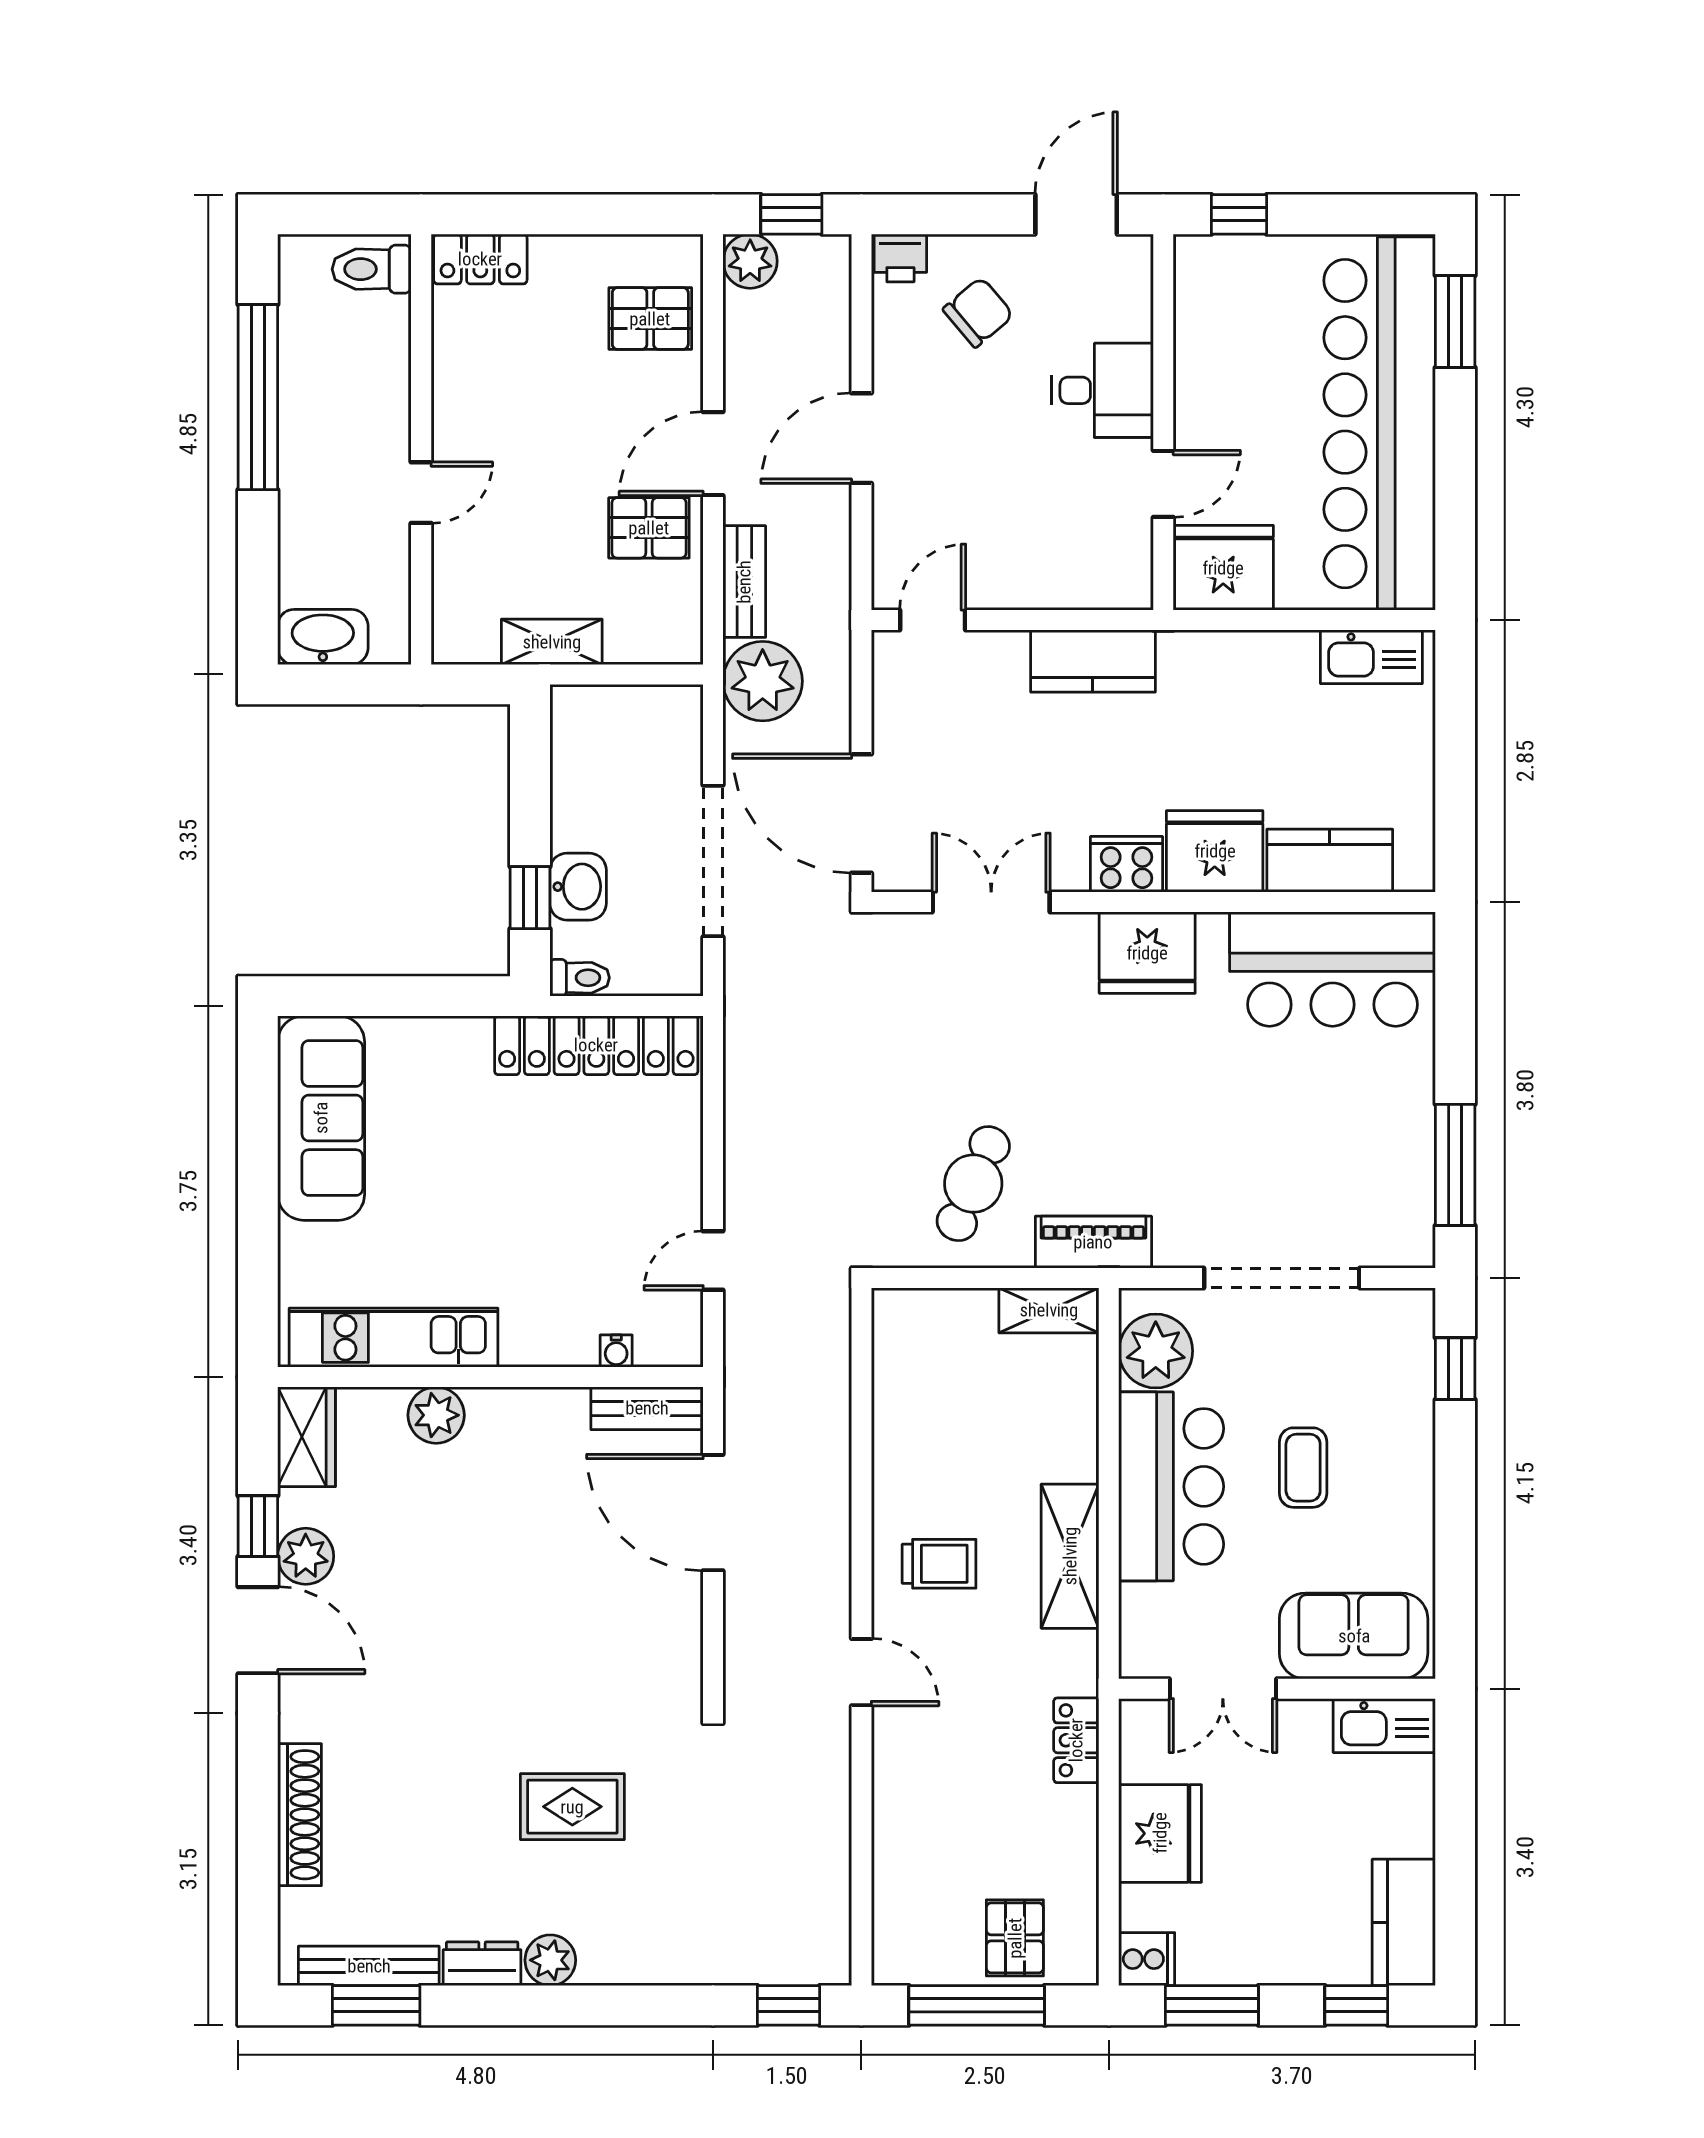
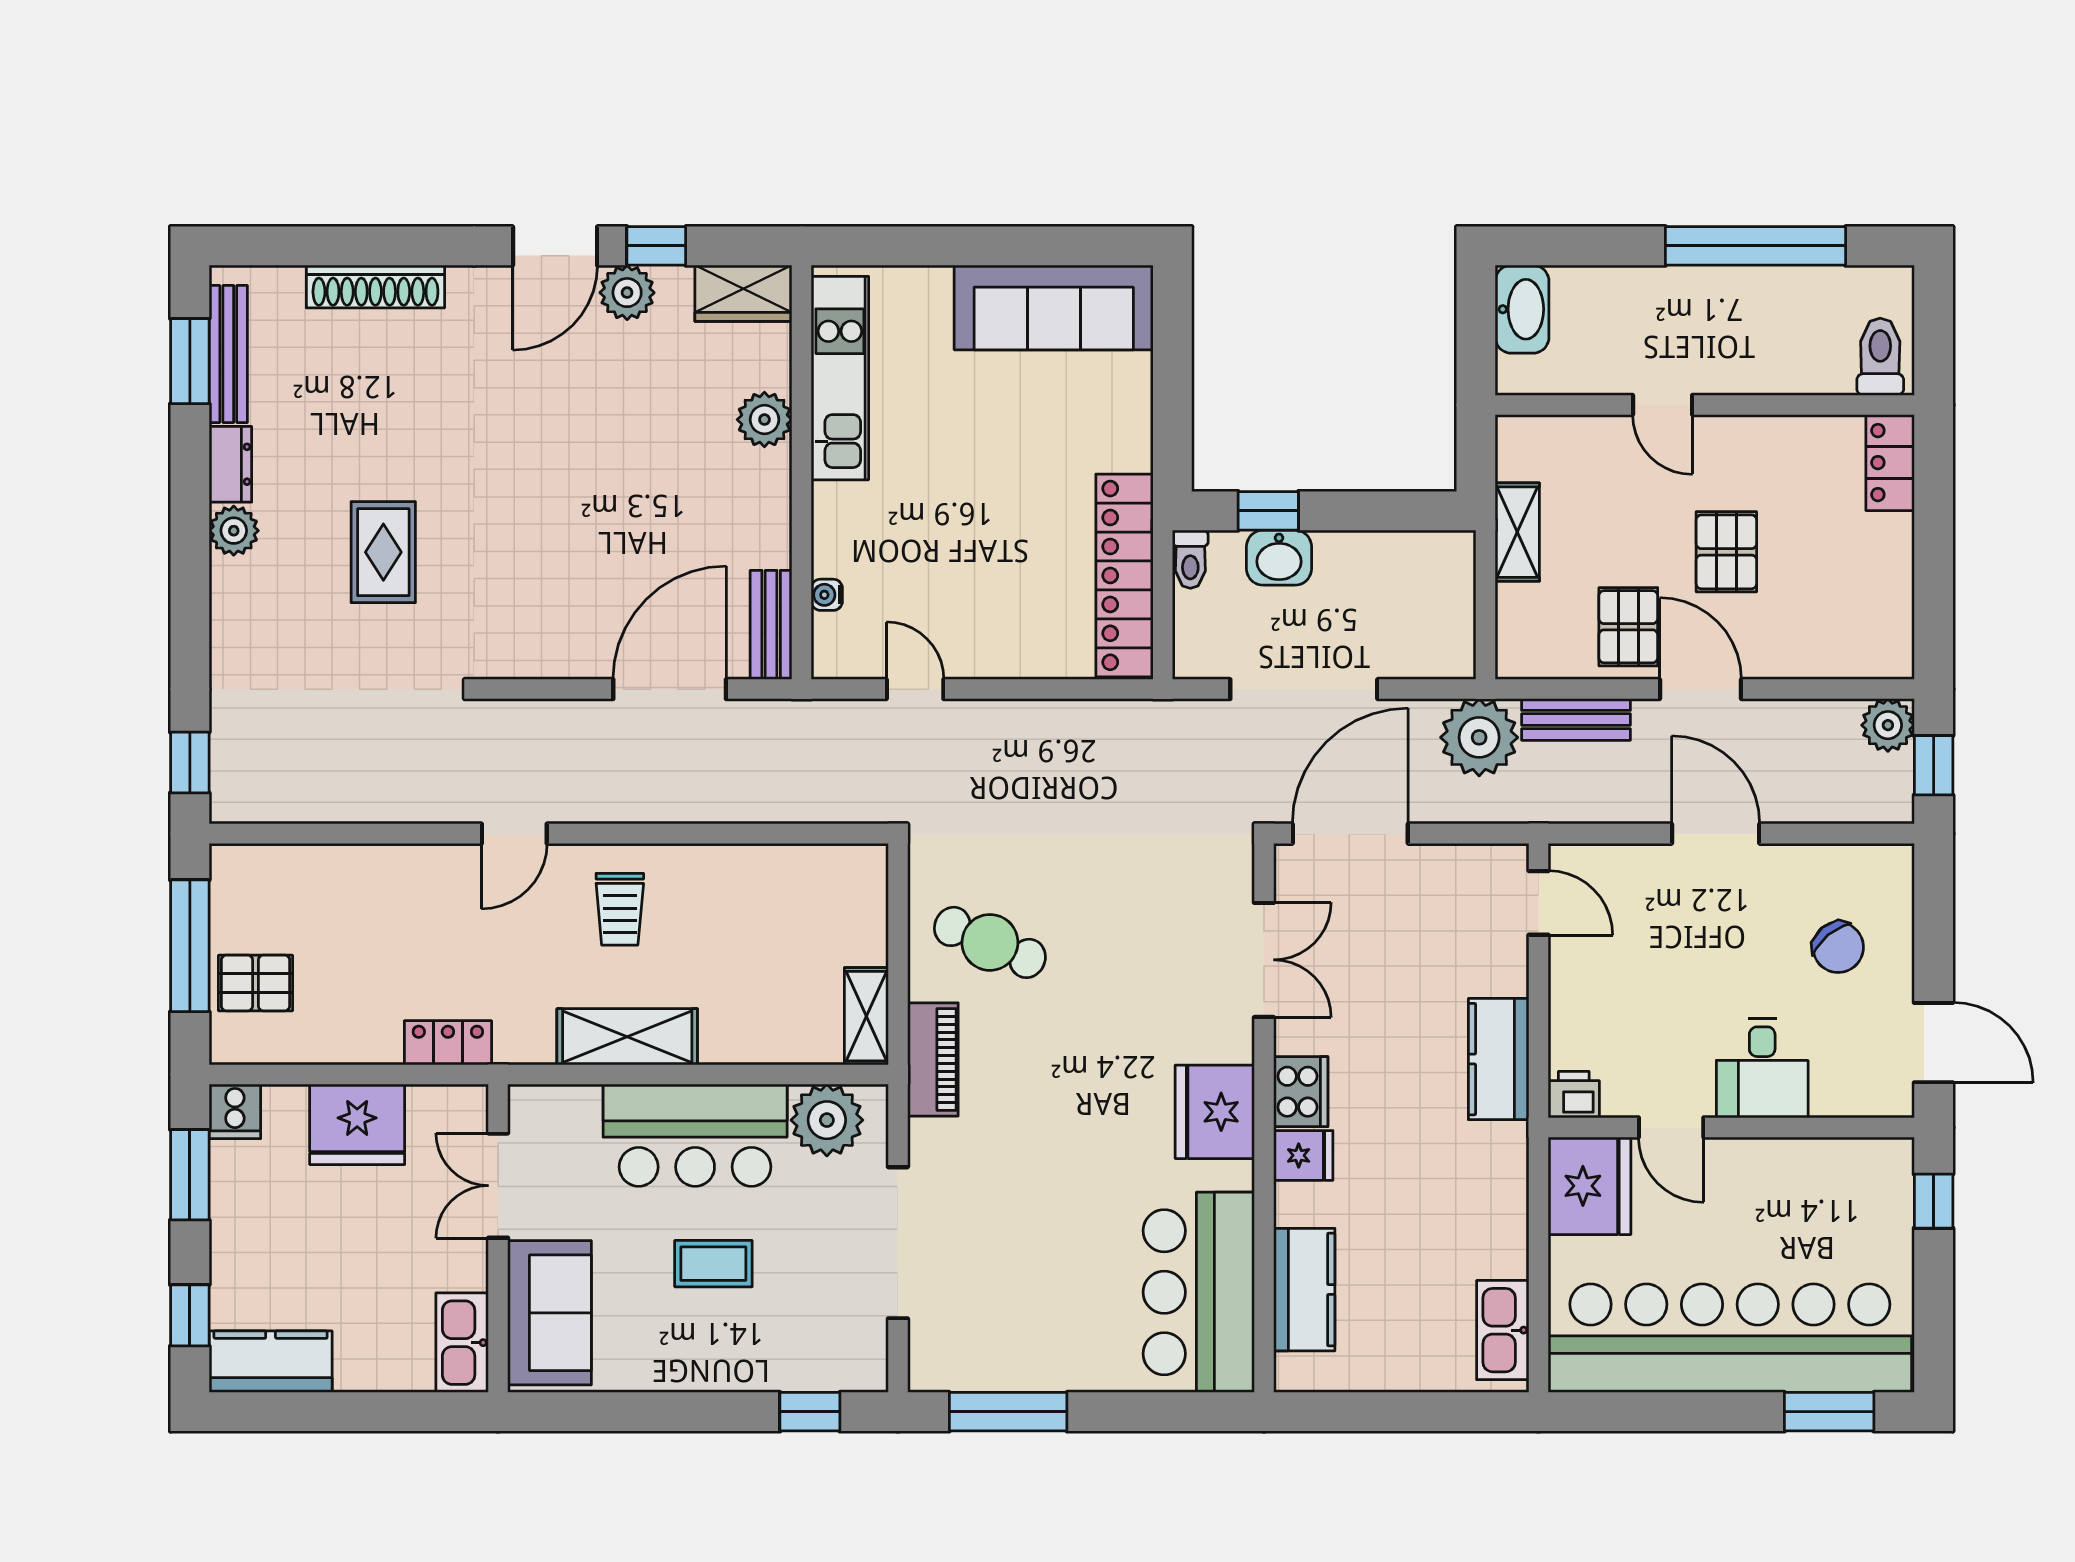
printer: (900, 258) -> (1574, 1095), moved, turned 90
pallet: (650, 319) -> (1726, 552), moved
fridge: (1215, 851) -> (1303, 1155), width x0.53, depth x0.75

